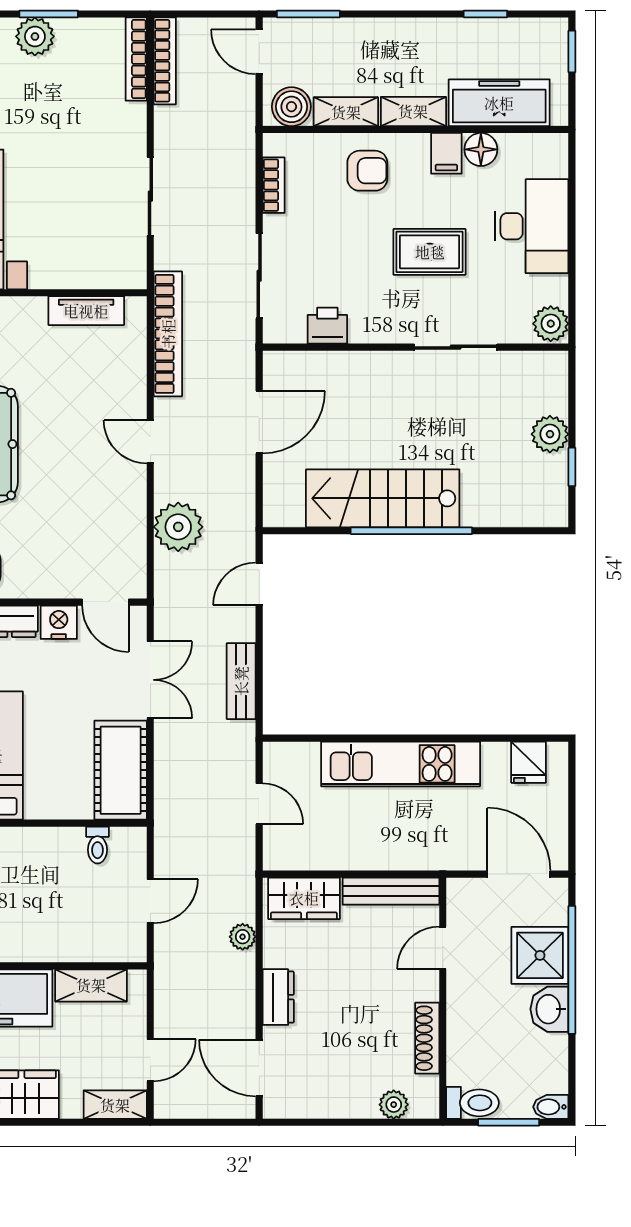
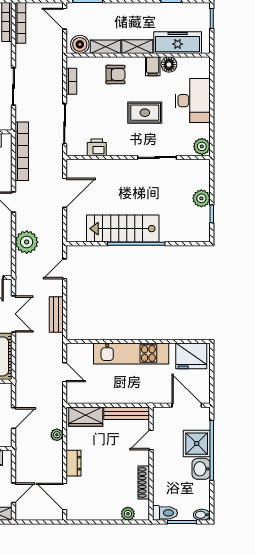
fridge: (528, 762) -> (191, 356), width x1.88, depth x1.34

